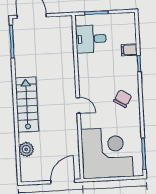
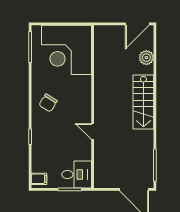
desk: (91, 39) -> (77, 174), moved
filing cabinet: (129, 50) -> (39, 179), moved
door: (78, 105) -> (93, 131), moved
door: (63, 181) -> (137, 24), moved

